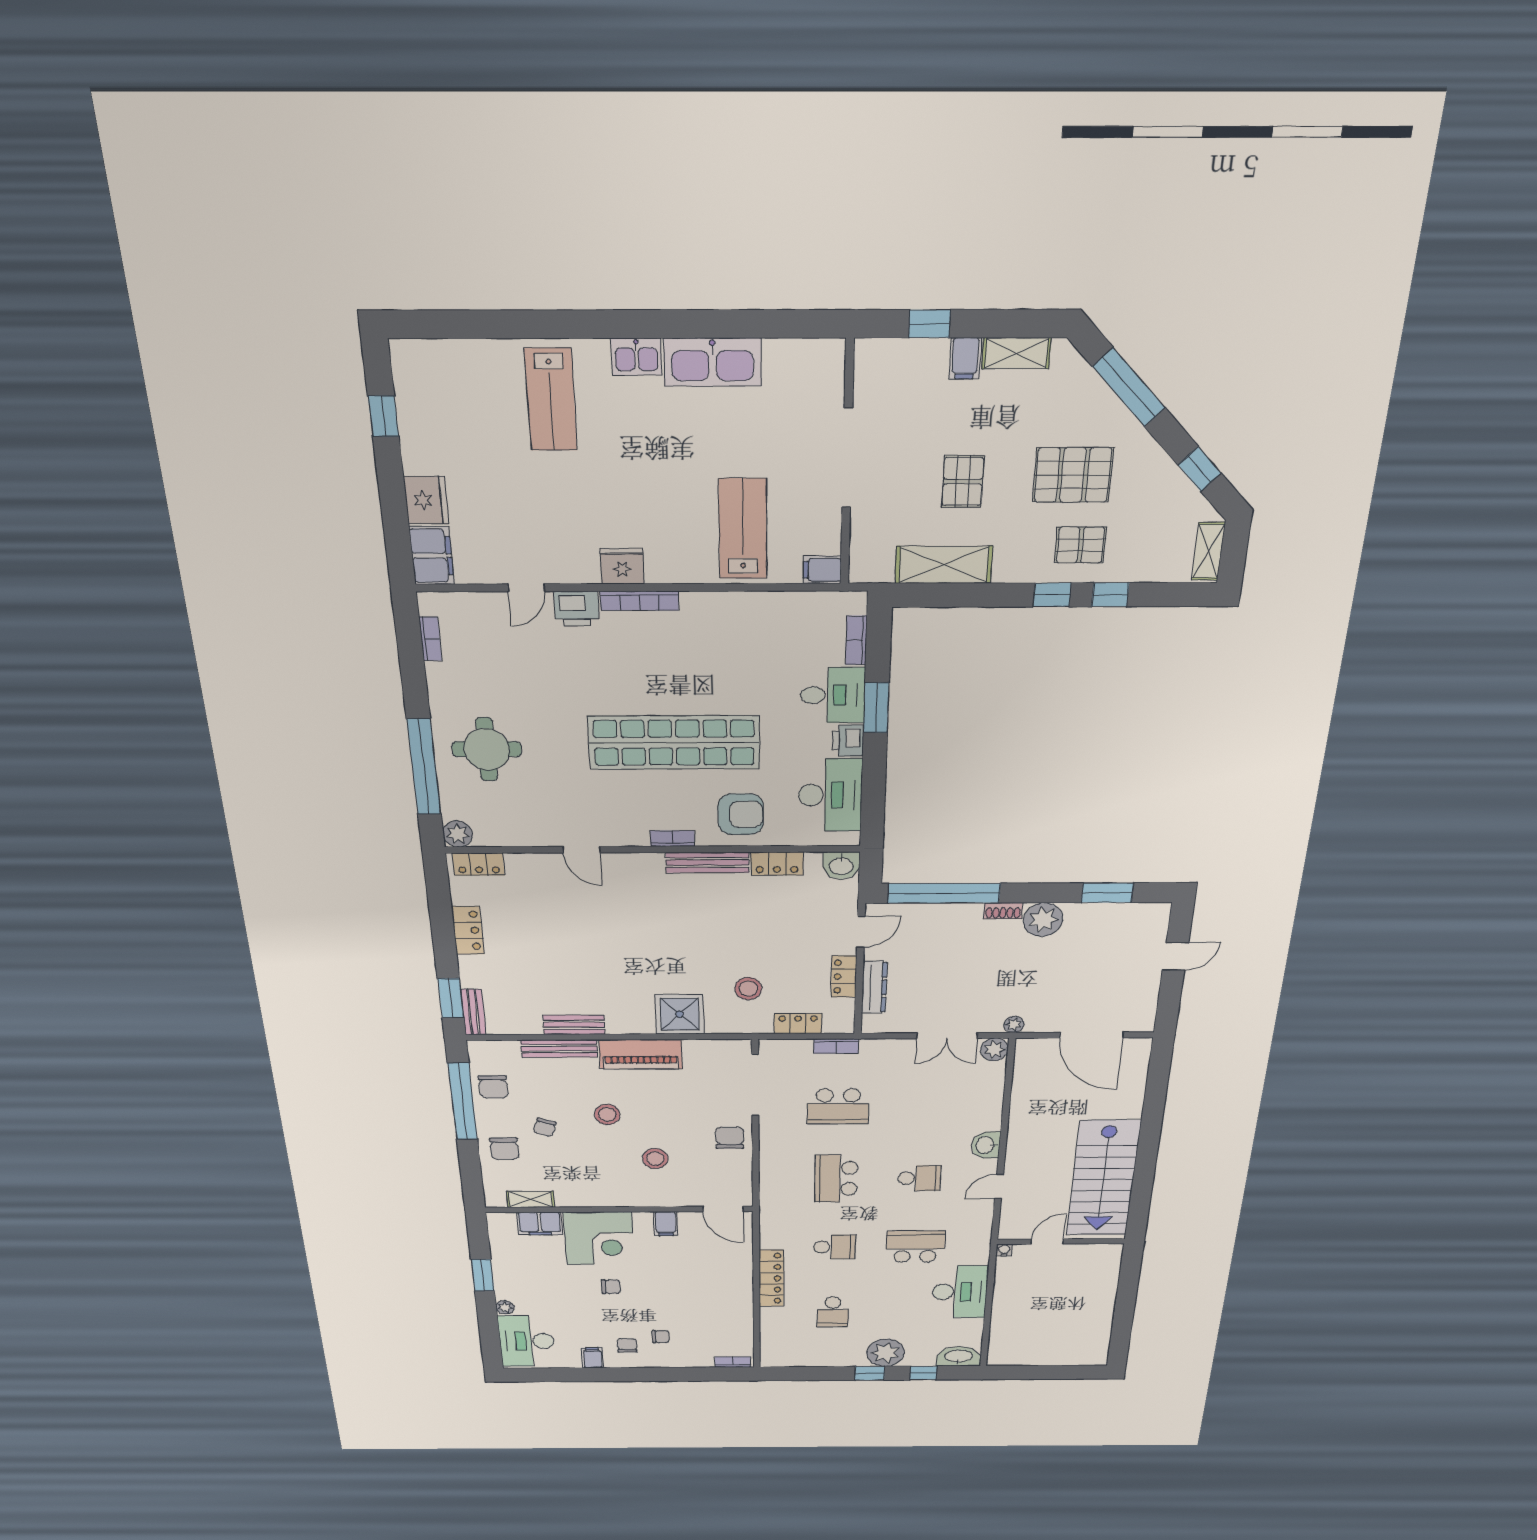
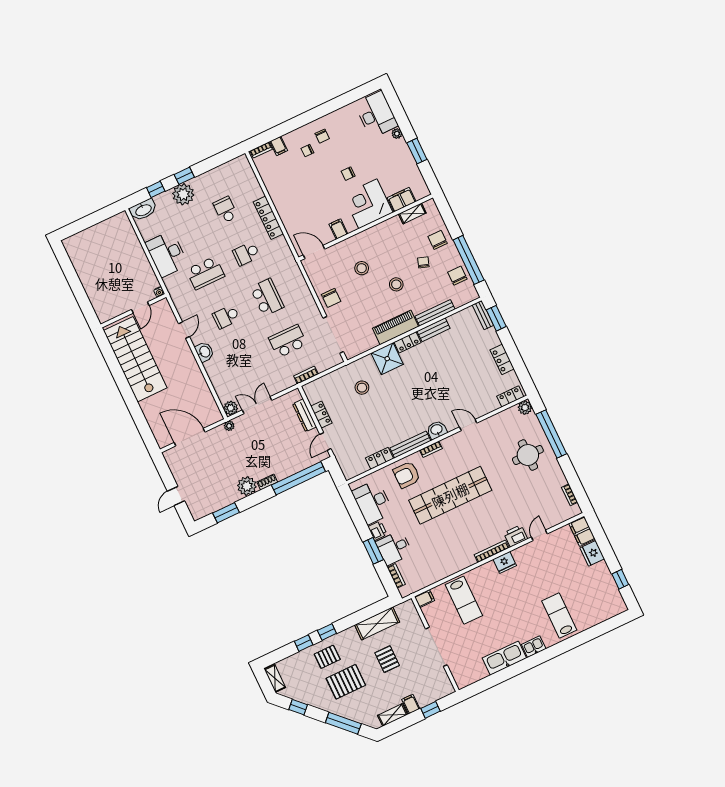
washbasin: (841, 866) -> (437, 430), moved
locker: (798, 1024) -> (408, 342), moved
filing cabinet: (593, 1358) -> (279, 146), moved

